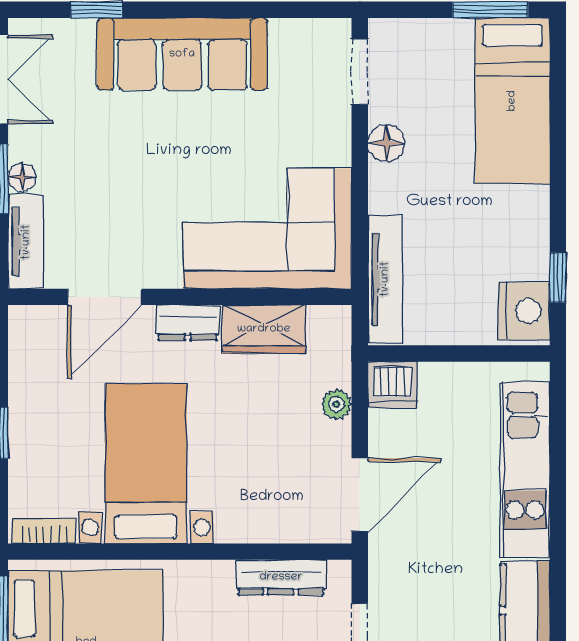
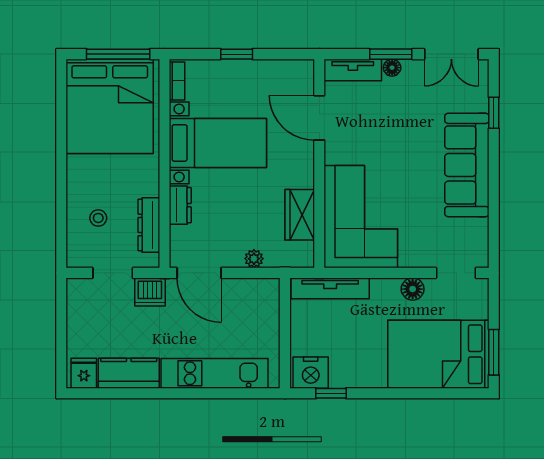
bed: (512, 101) -> (438, 354), width x1.50
dresser: (188, 323) -> (180, 205), moved, turned 180
dishwasher: (393, 385) -> (150, 292), moved, turned -90

